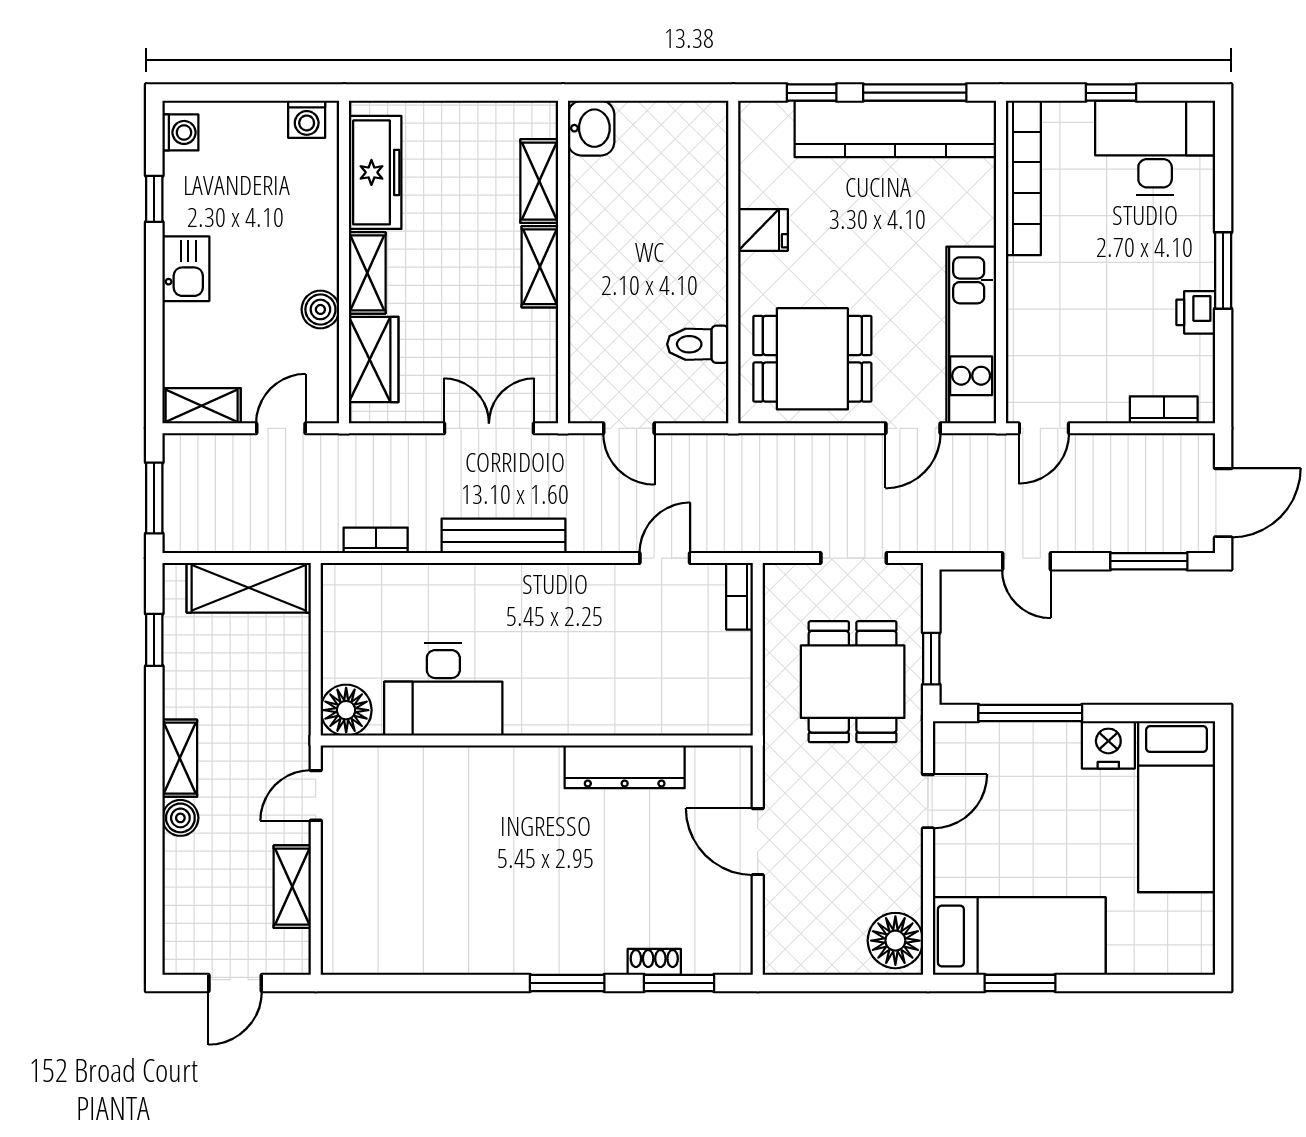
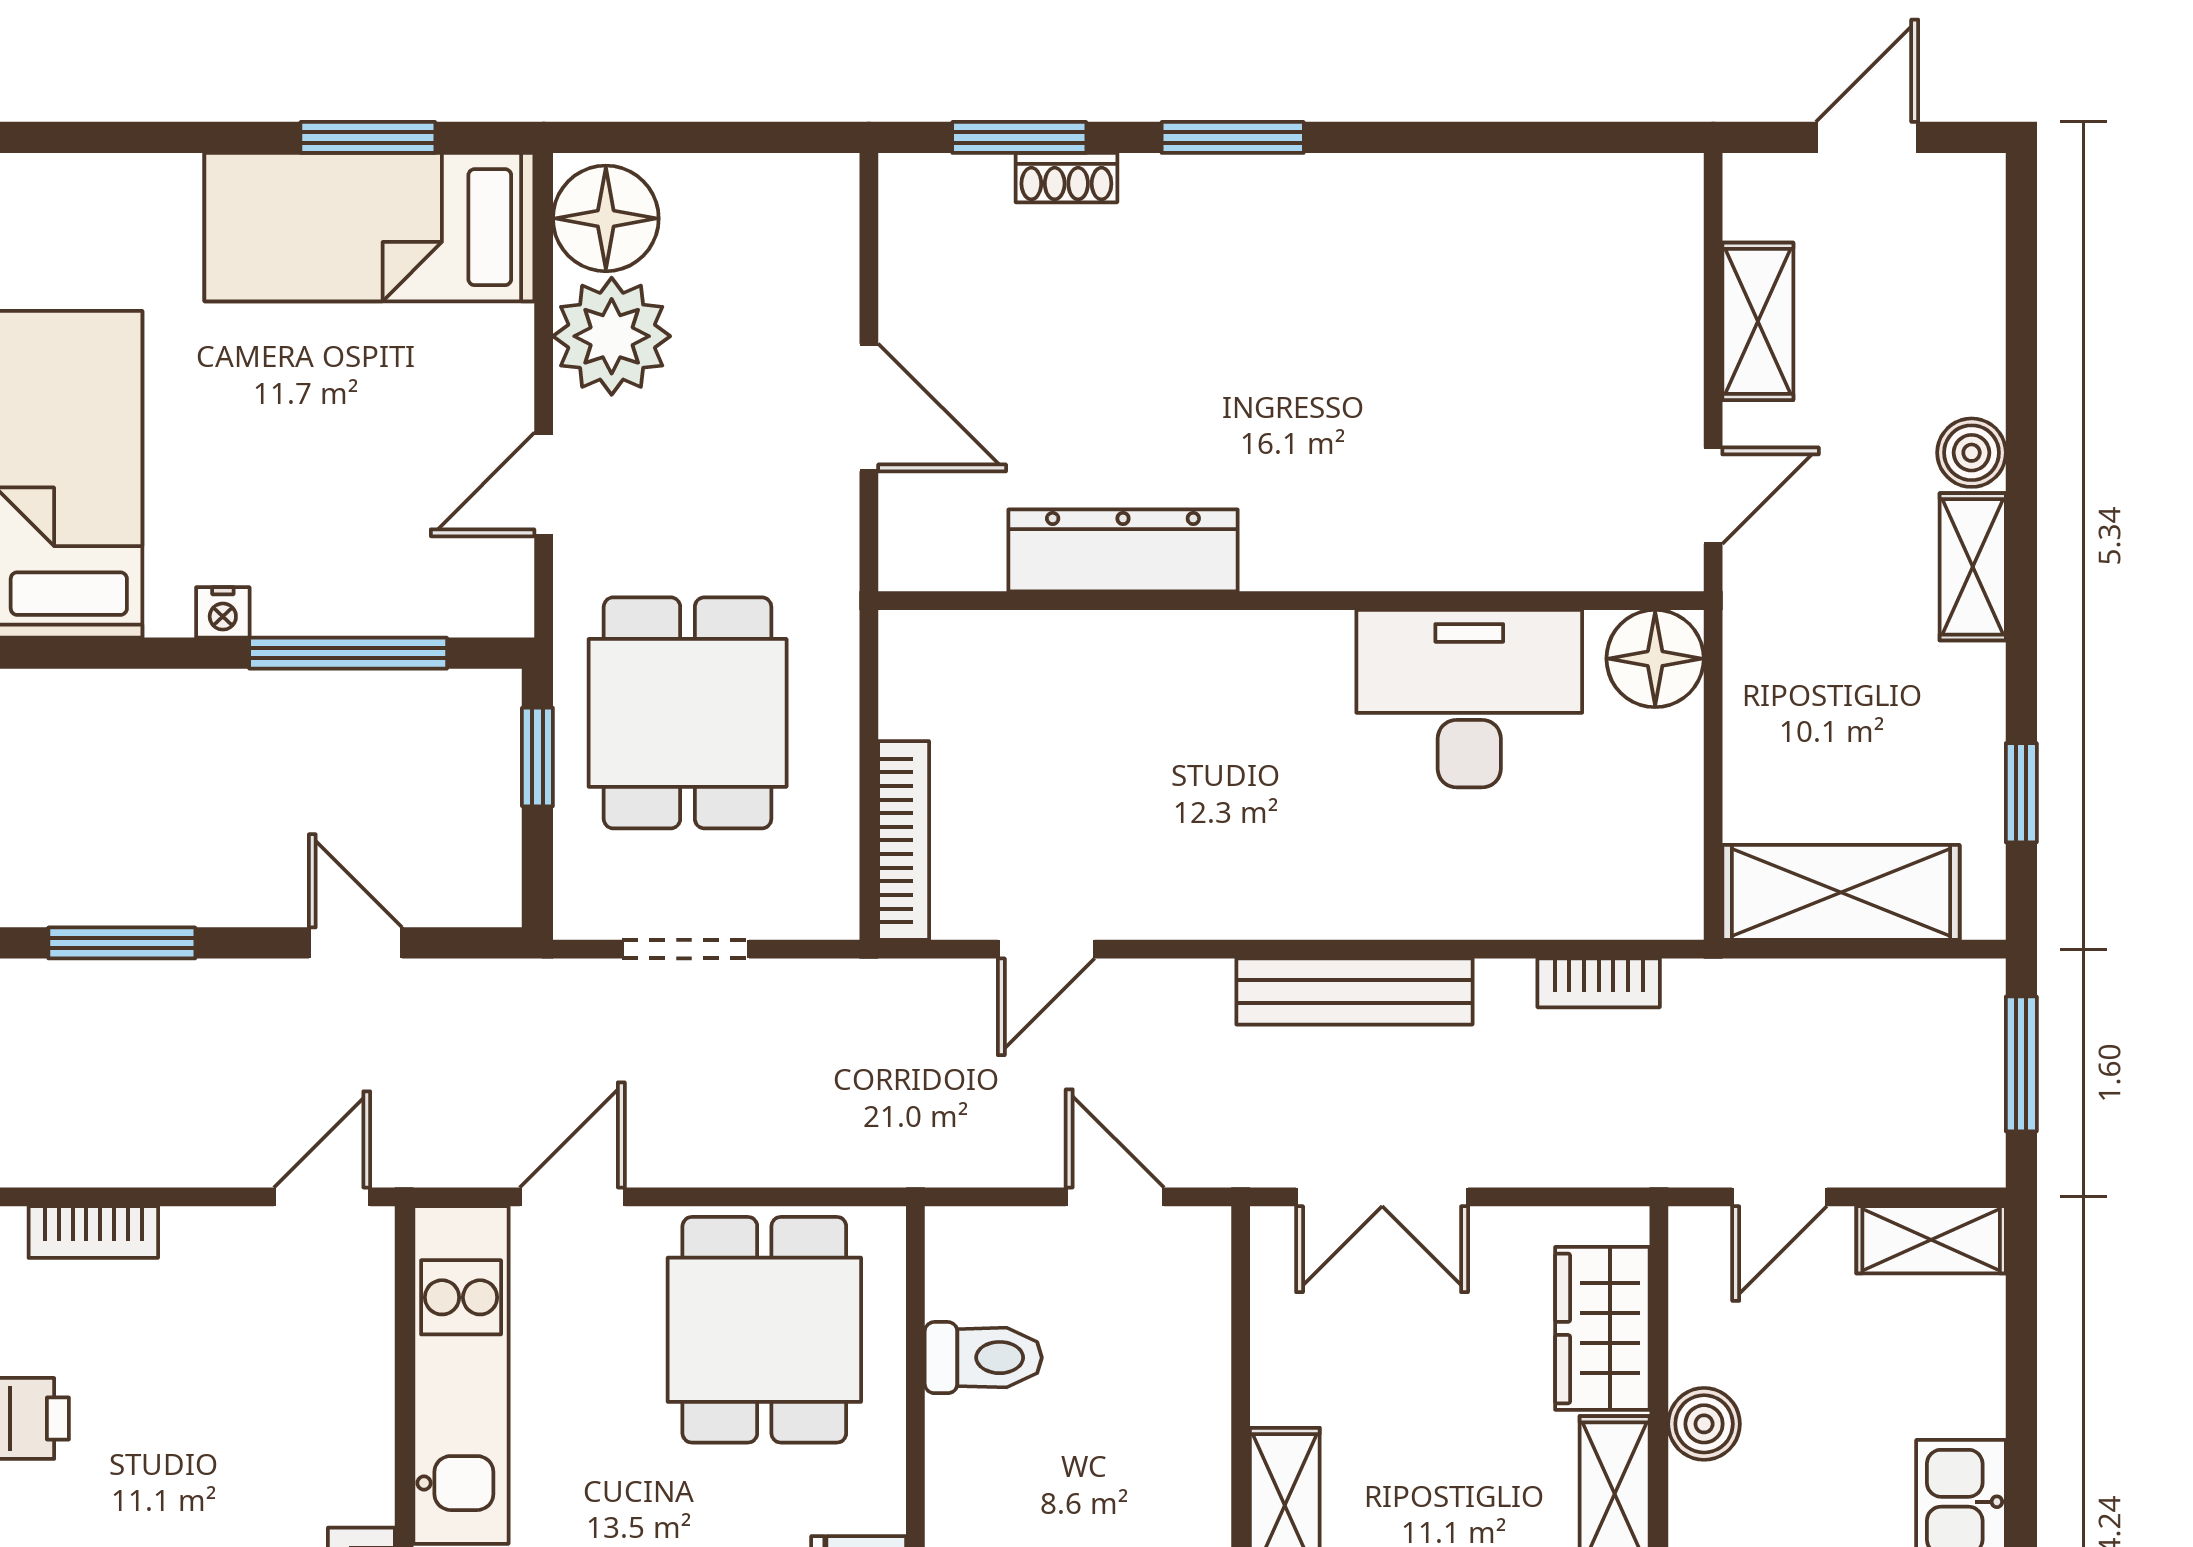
dining table: (812, 359) -> (764, 1330), turned 90
bookcase: (739, 596) -> (904, 840), width x1.56
nightstand: (1108, 745) -> (223, 612), width x0.53, depth x0.56
plant: (892, 879) -> (612, 336), added

